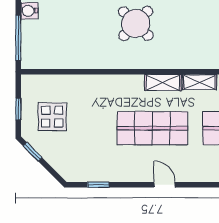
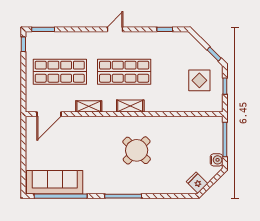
shelving: (163, 83) -> (130, 106), moved
door: (164, 185) -> (115, 29), swing flipped

